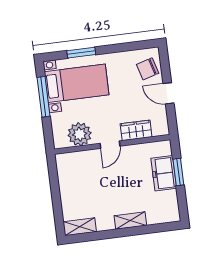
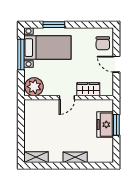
chair: (148, 69) -> (103, 43), turned -74
plant: (80, 134) -> (34, 87), moved

